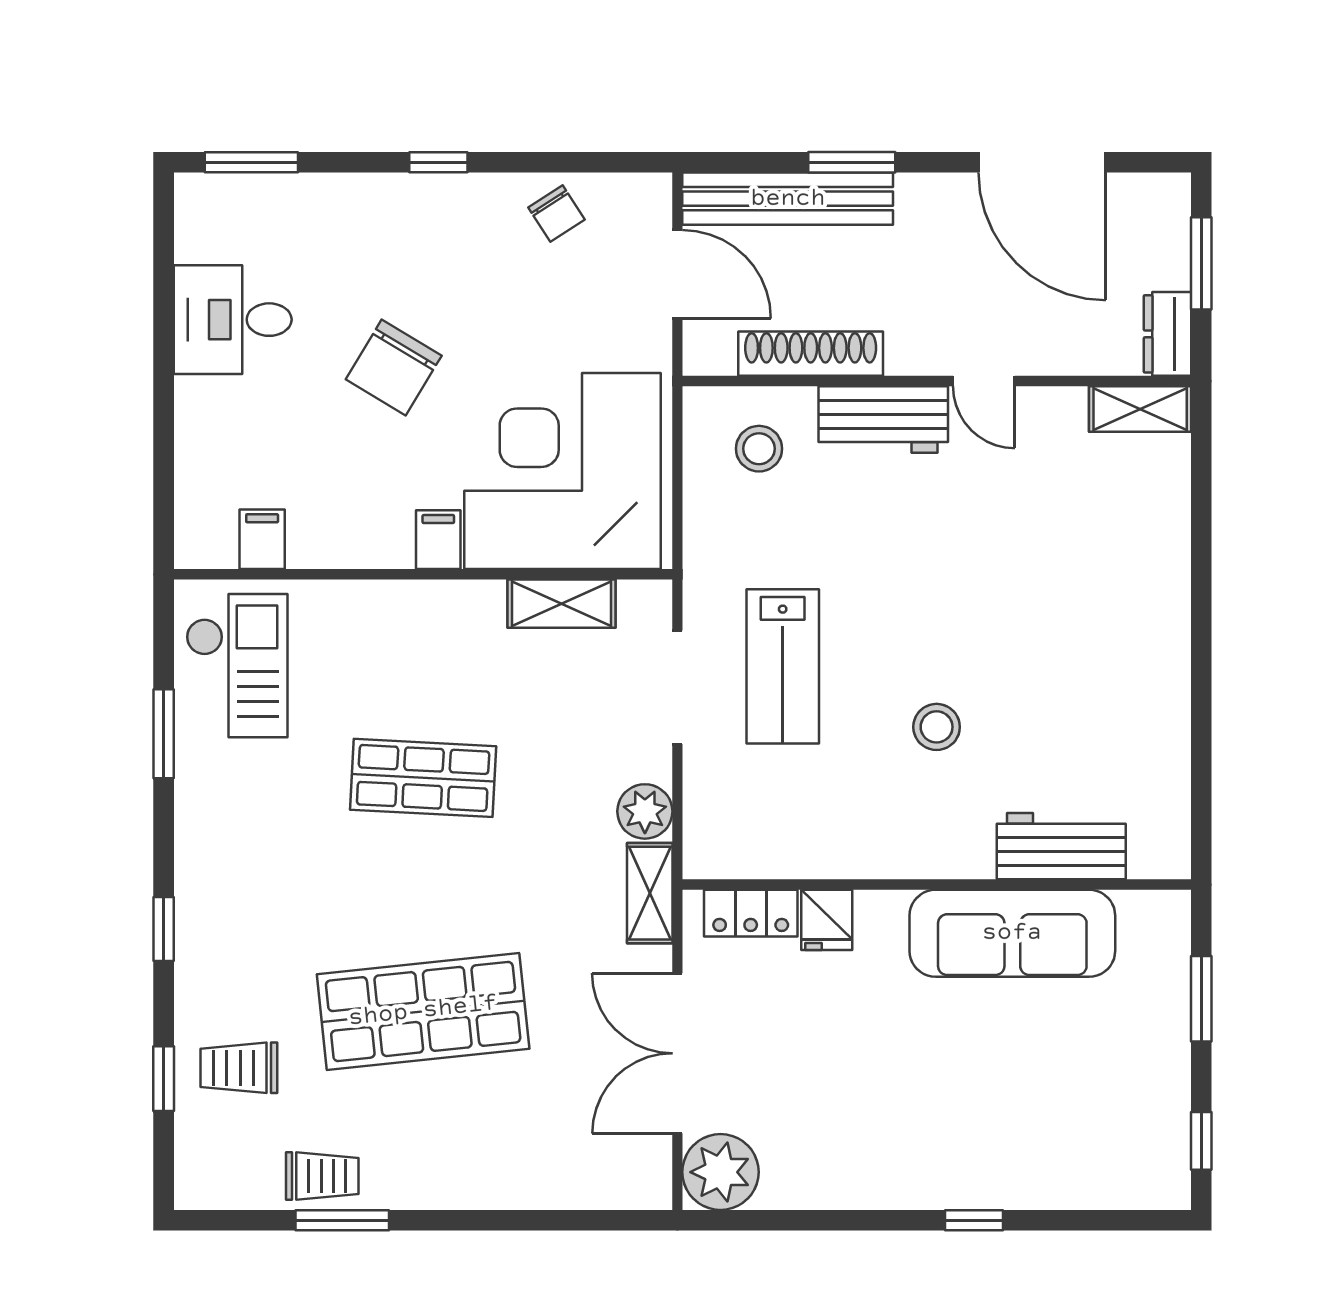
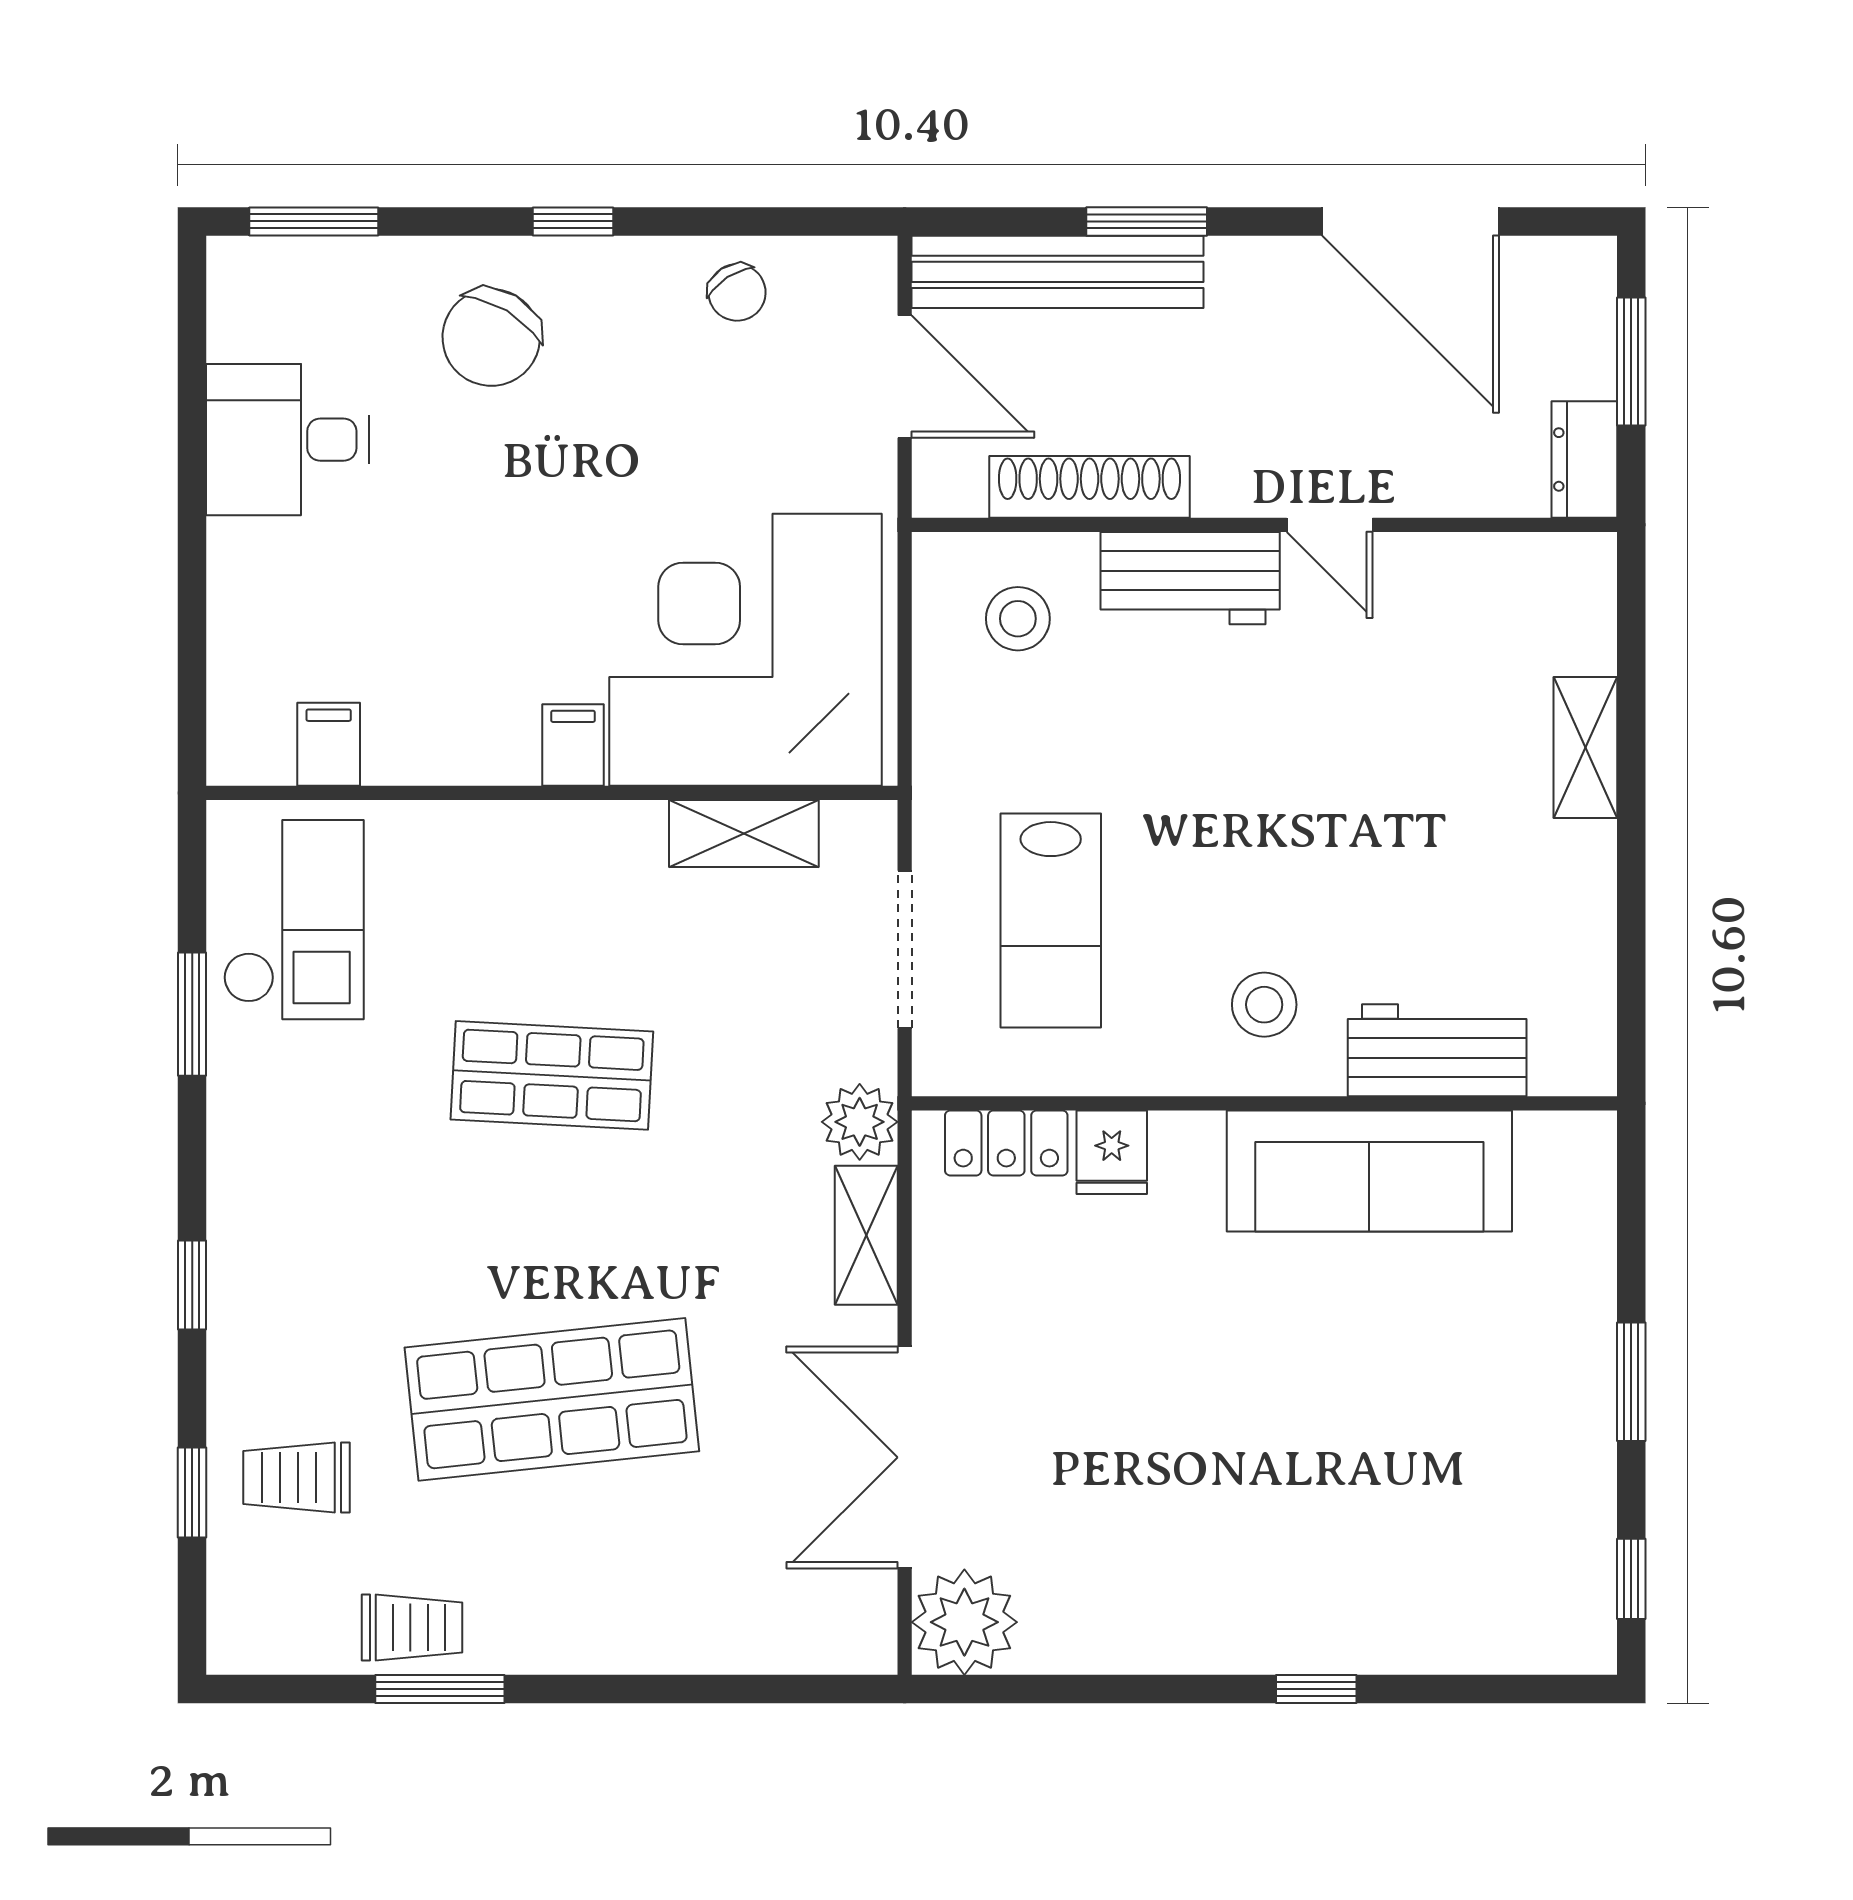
chair: (394, 367) -> (491, 337), moved
shelving: (1140, 409) -> (1585, 747), moved, turned 90
workbench: (1061, 846) -> (1437, 1050), moved
wall: (937, 885) -> (1264, 1103), moved
locker: (751, 913) -> (1006, 1143), moved
fridge: (827, 920) -> (1112, 1152), moved
sofa: (1012, 933) -> (1369, 1171), moved

